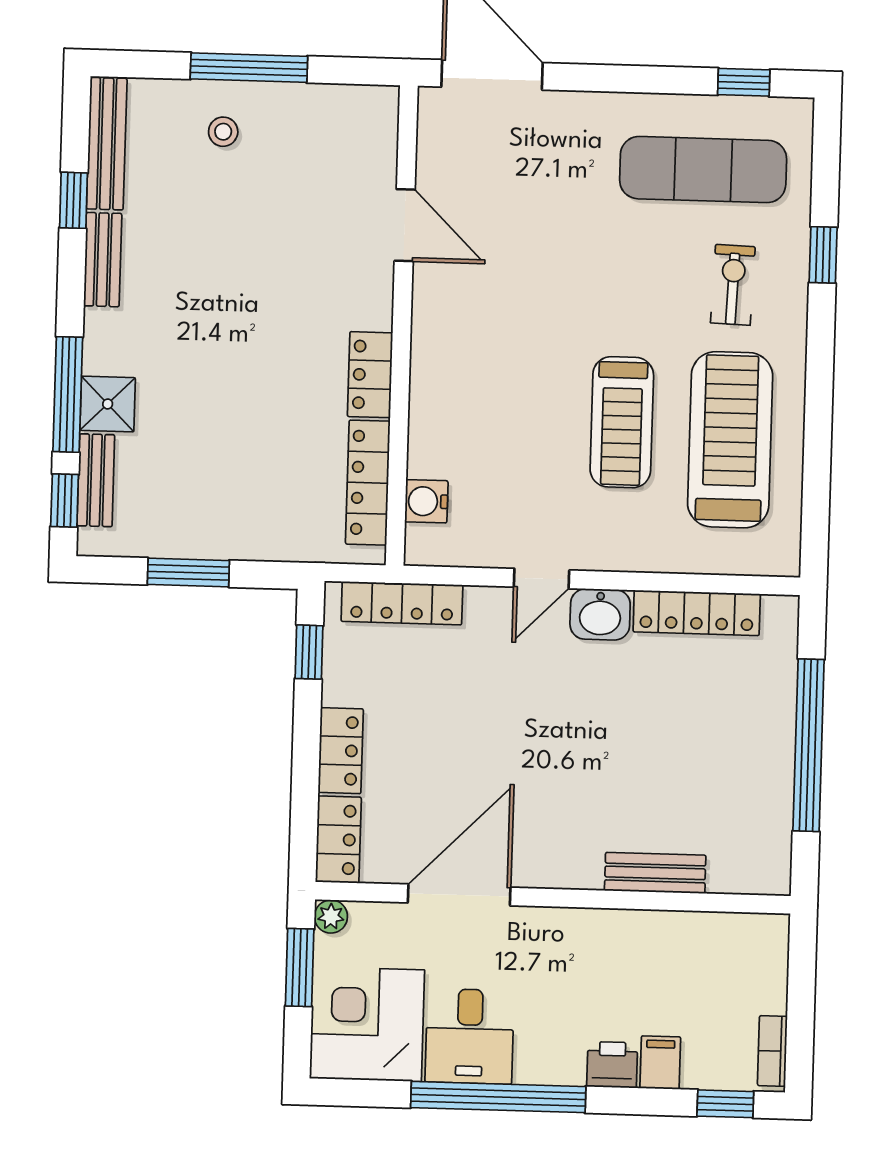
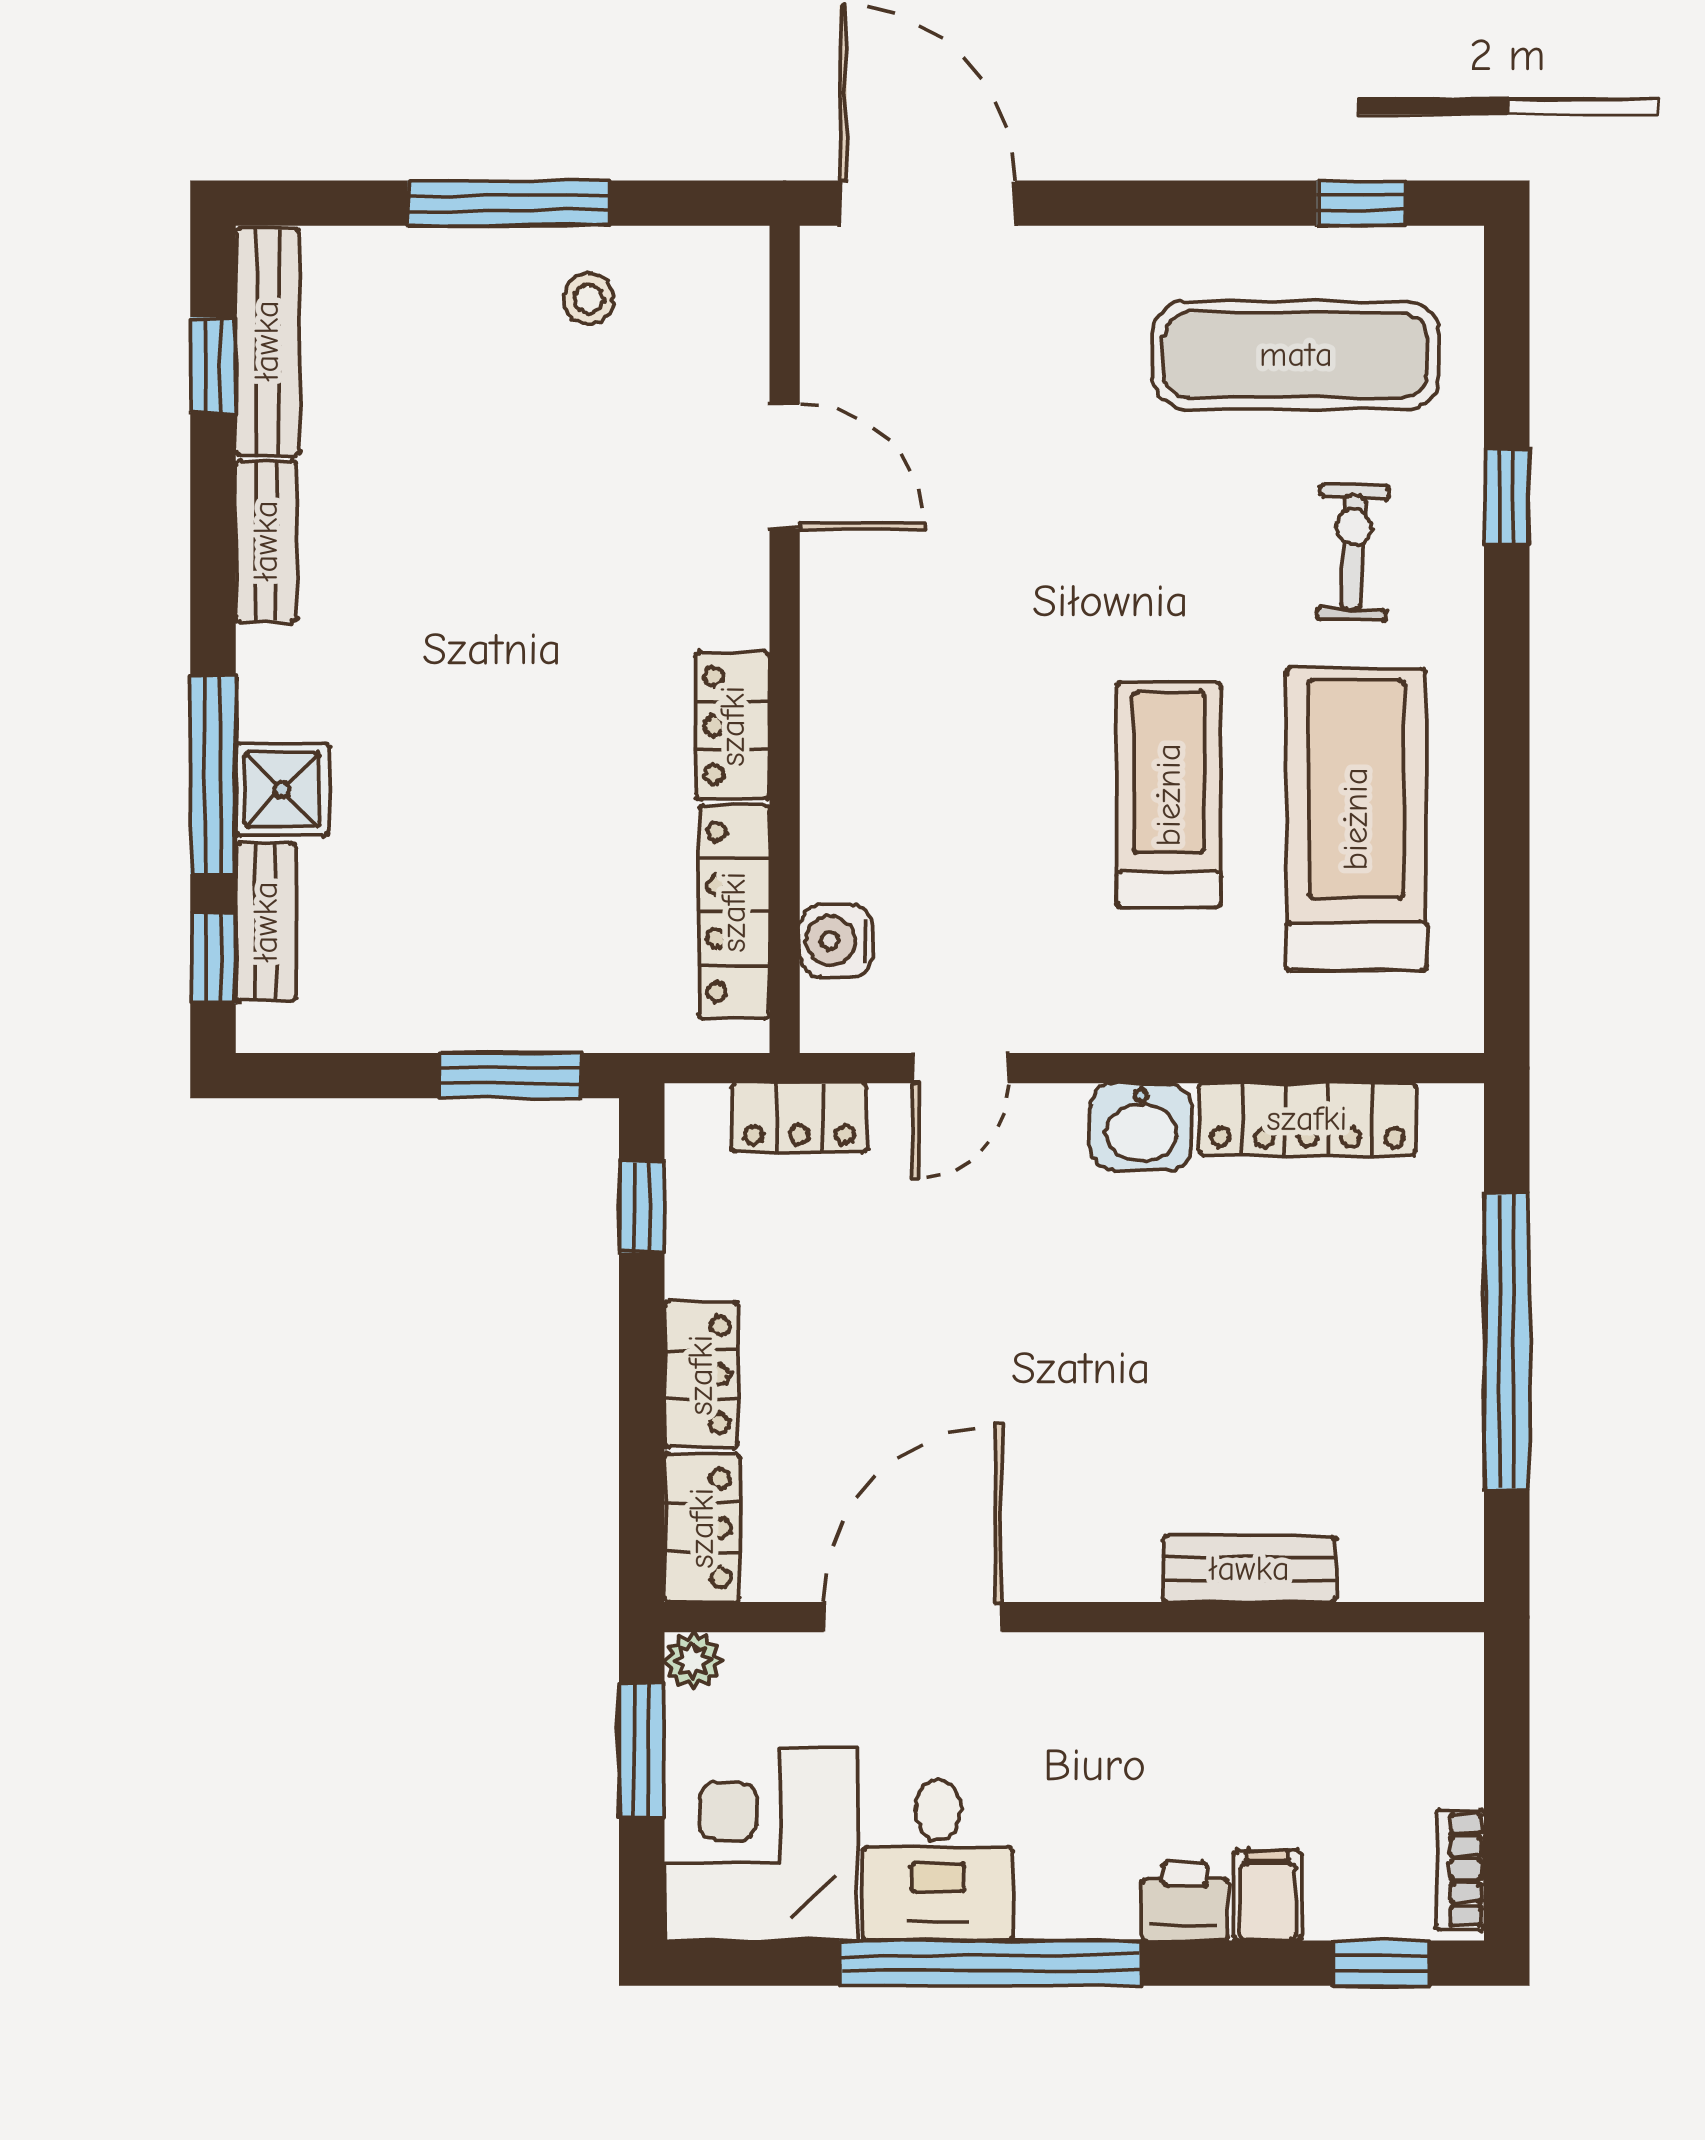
stool: (223, 132) -> (589, 299), moved
window: (73, 200) -> (213, 365), moved
treadmill: (622, 422) -> (1169, 795), turned 180
window: (188, 572) -> (510, 1076), moved
door: (542, 579) -> (960, 1068), moved
locker: (402, 603) -> (799, 1118), width x0.66

